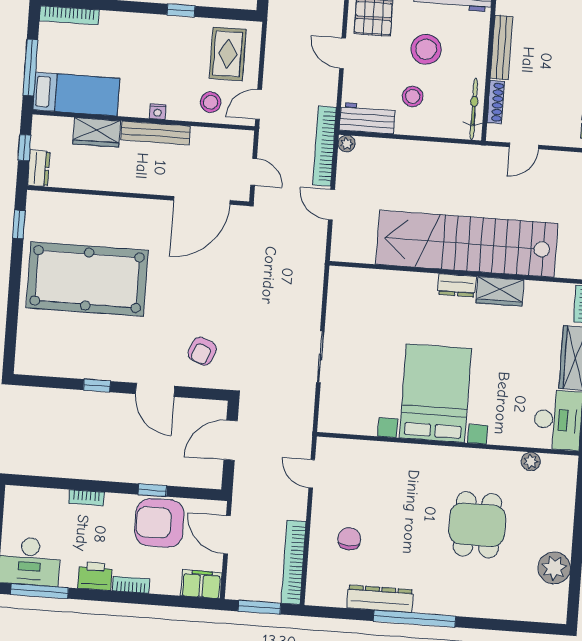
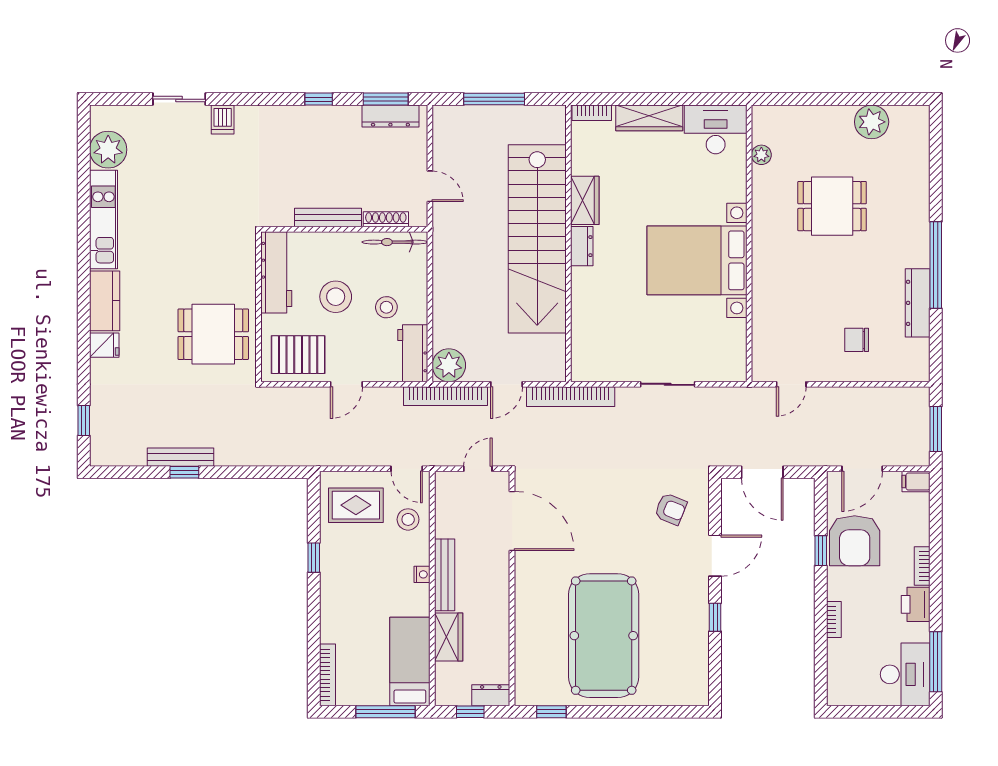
plant: (347, 144) -> (449, 365), width x1.87, depth x1.87
bookcase: (294, 562) -> (571, 397), moved
filing cabinet: (201, 584) -> (916, 482), width x0.50

